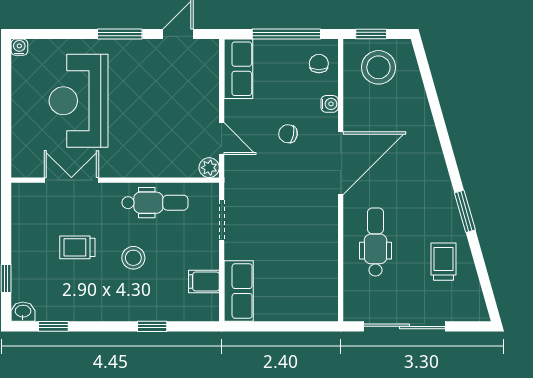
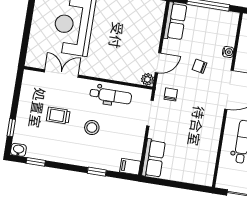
chair: (319, 64) -> (171, 94), moved
door: (222, 139) -> (158, 63), hinge flipped
filing cabinet: (204, 282) -> (130, 167), moved

